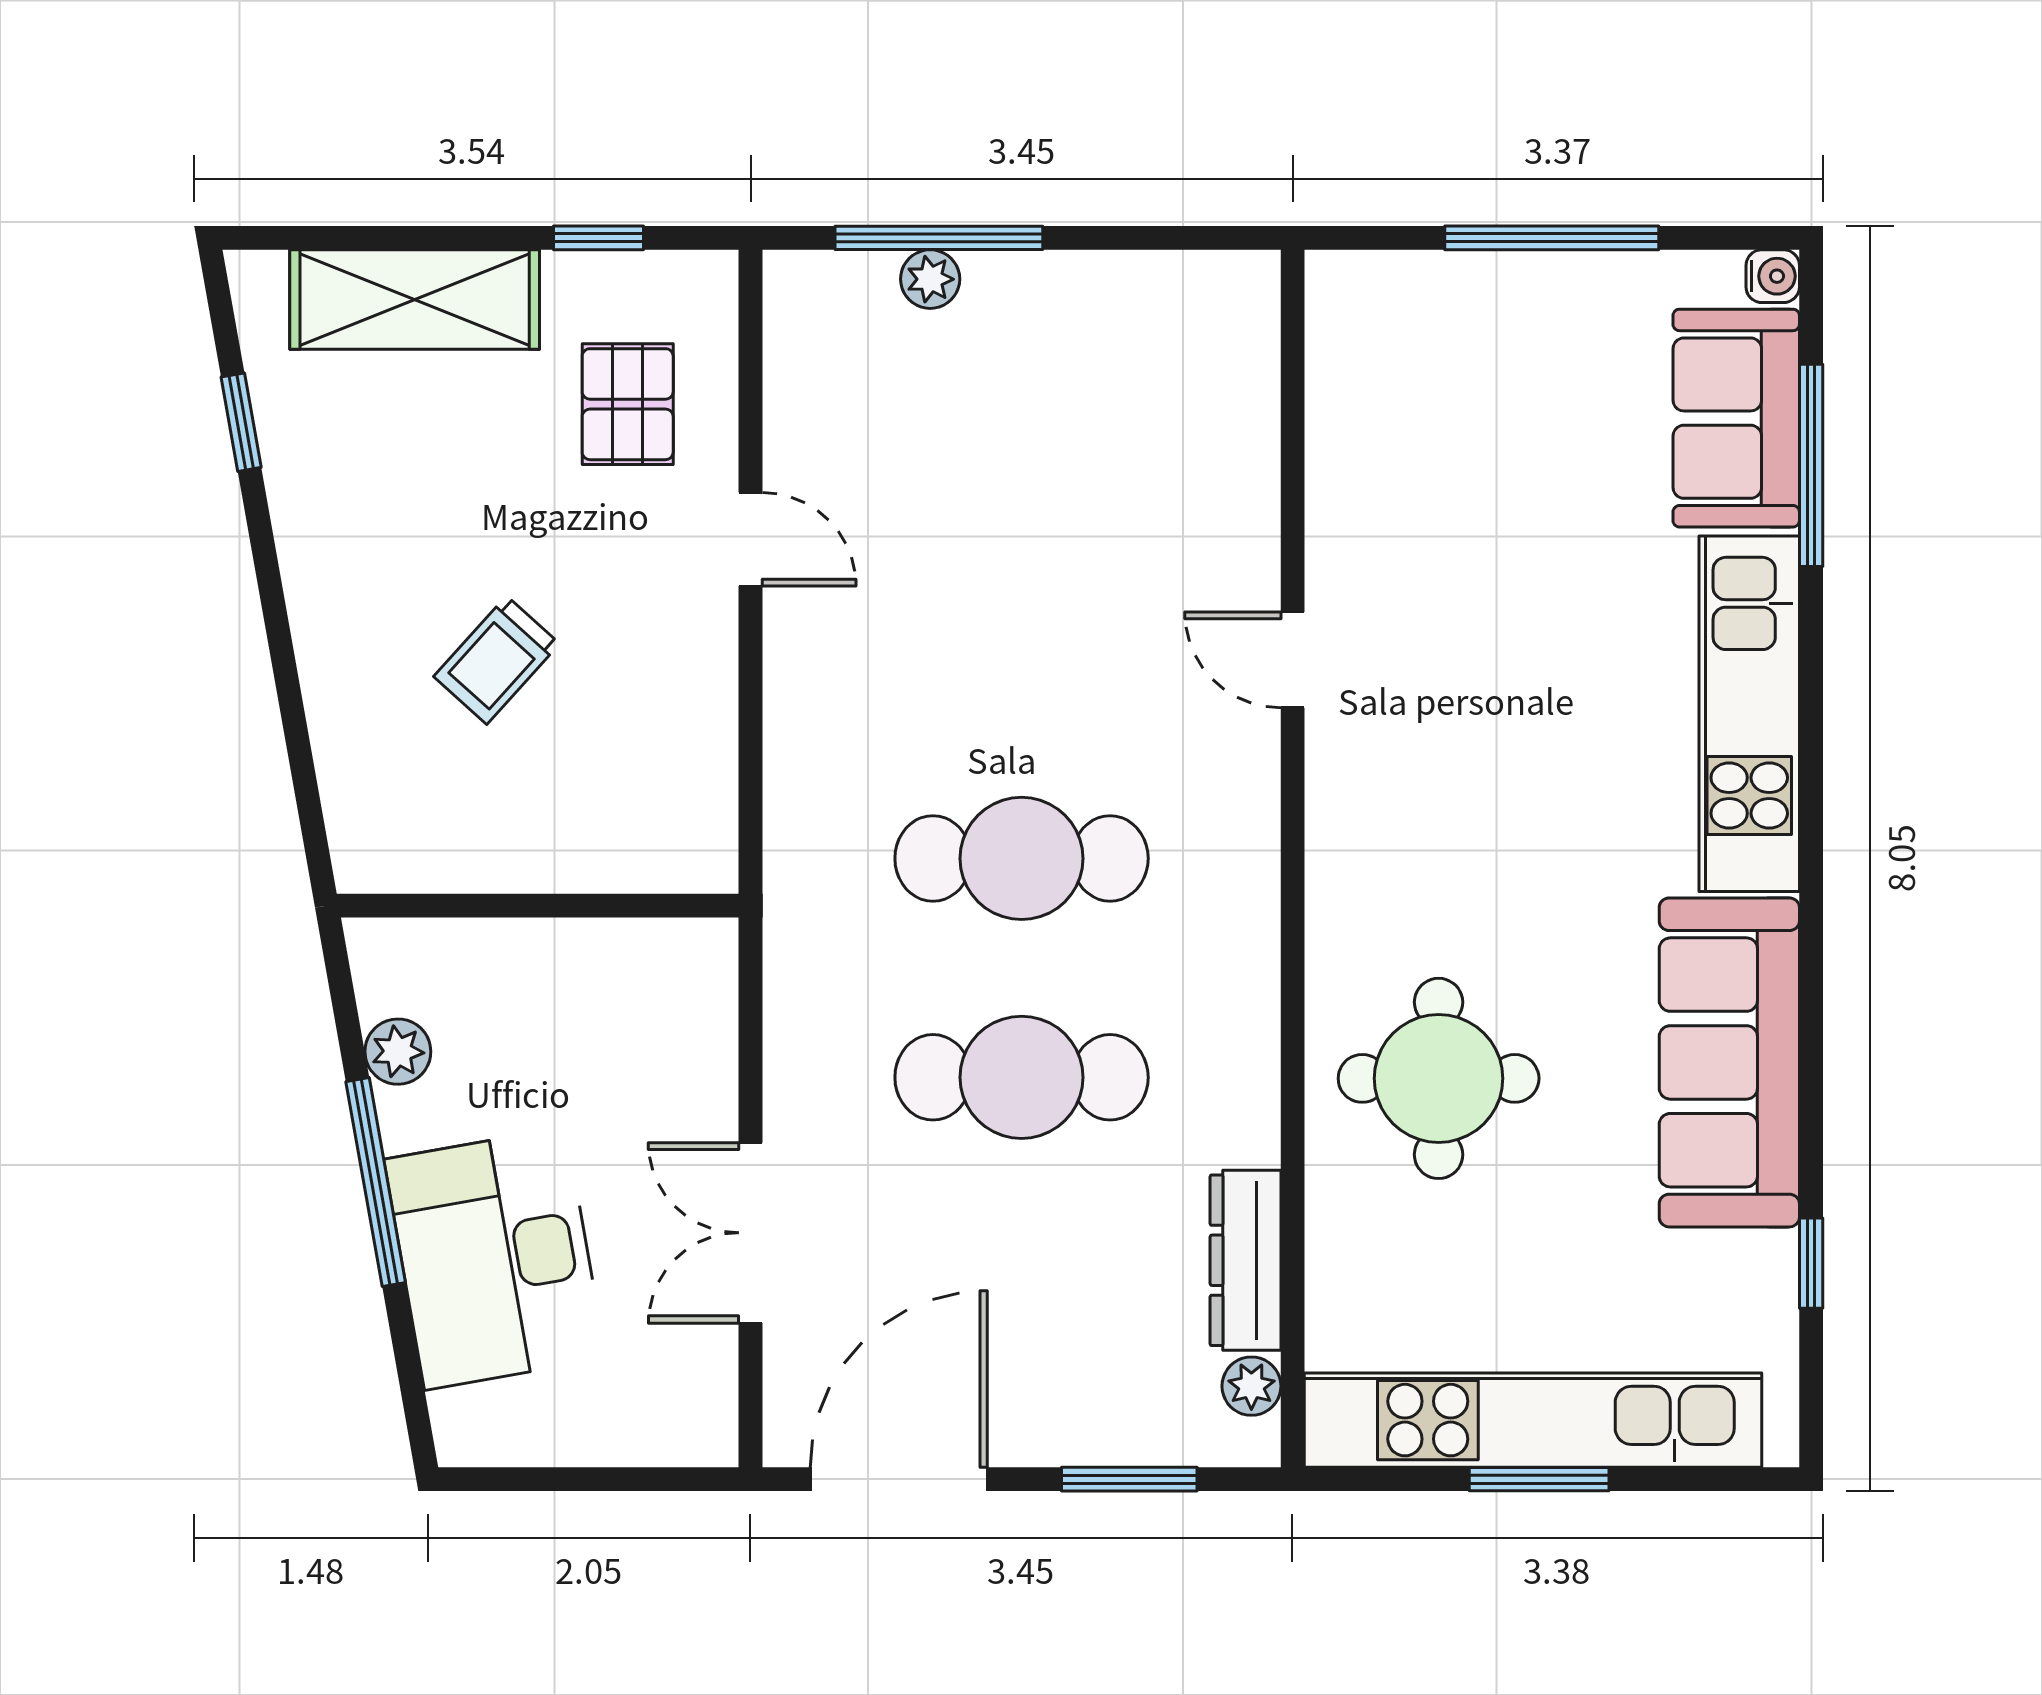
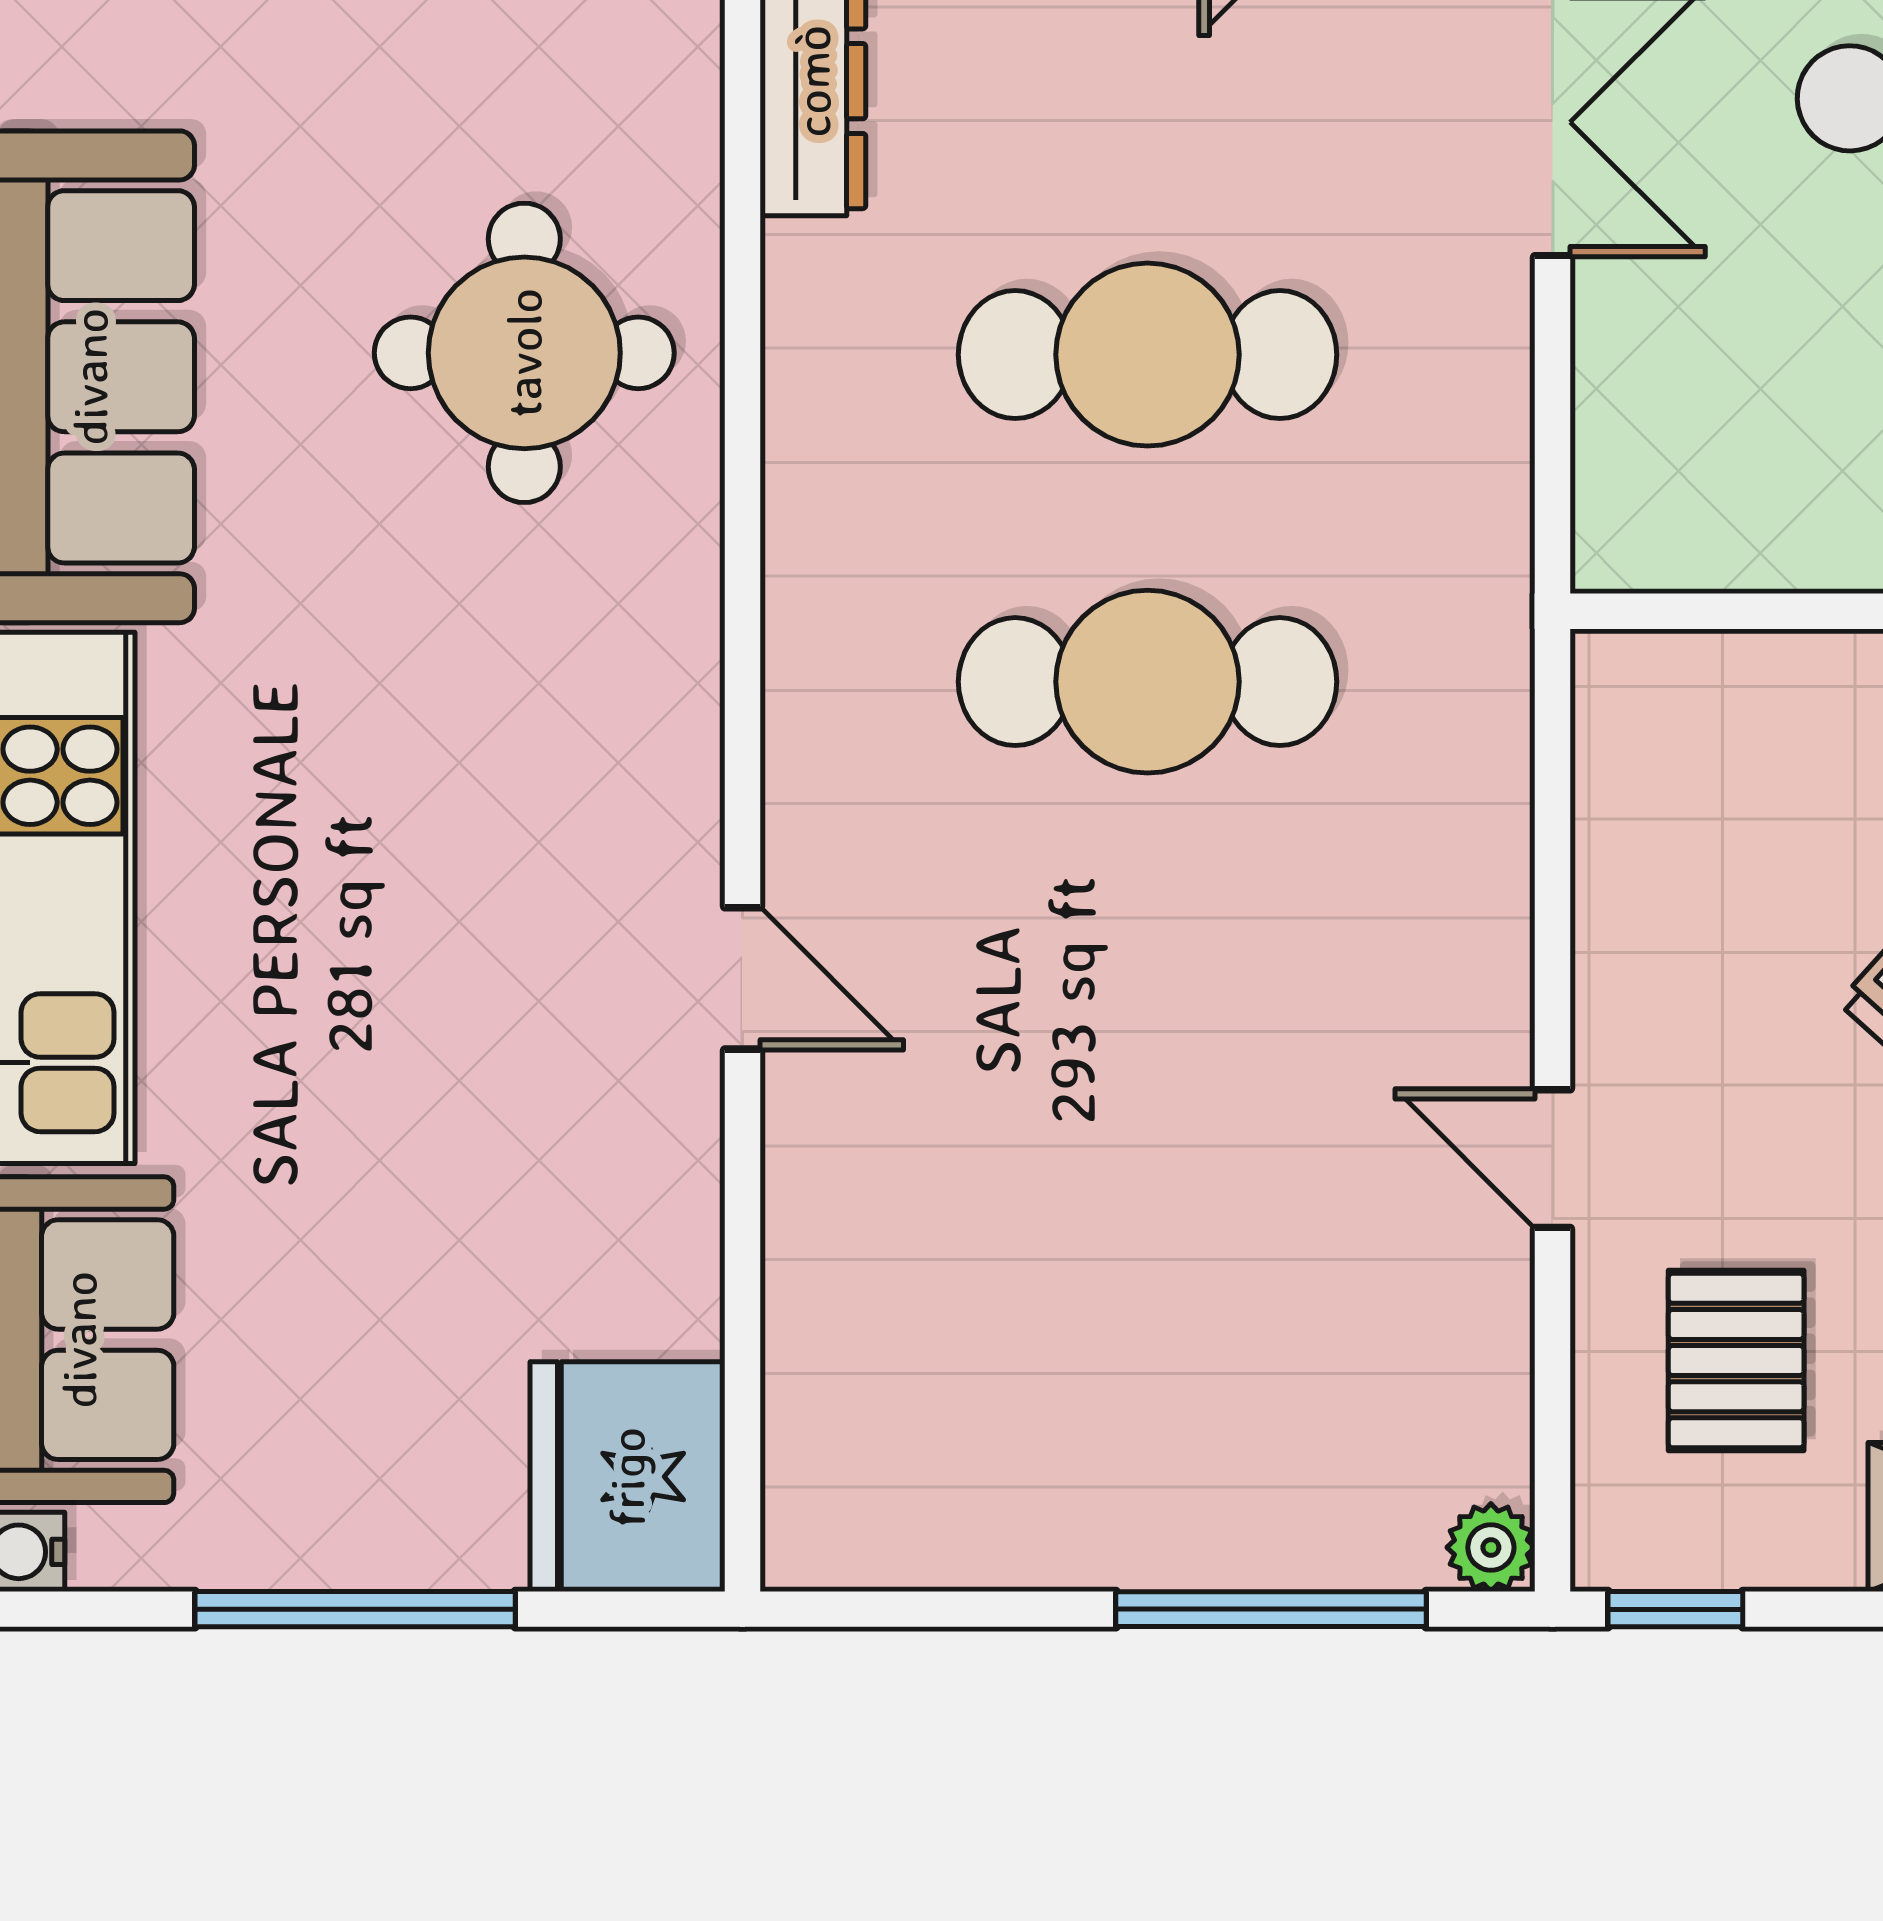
window: (598, 238) -> (1675, 1609), moved
plant: (930, 279) -> (1491, 1547), moved
fridge: (1369, 327) -> (627, 1477), added

